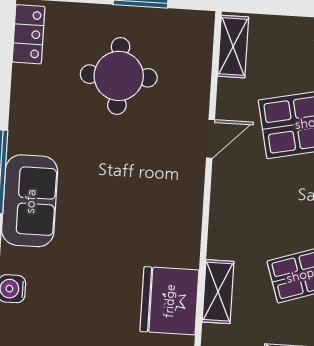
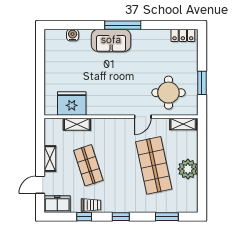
round table: (119, 76) -> (168, 93), moved
door: (210, 139) -> (143, 117), hinge flipped

